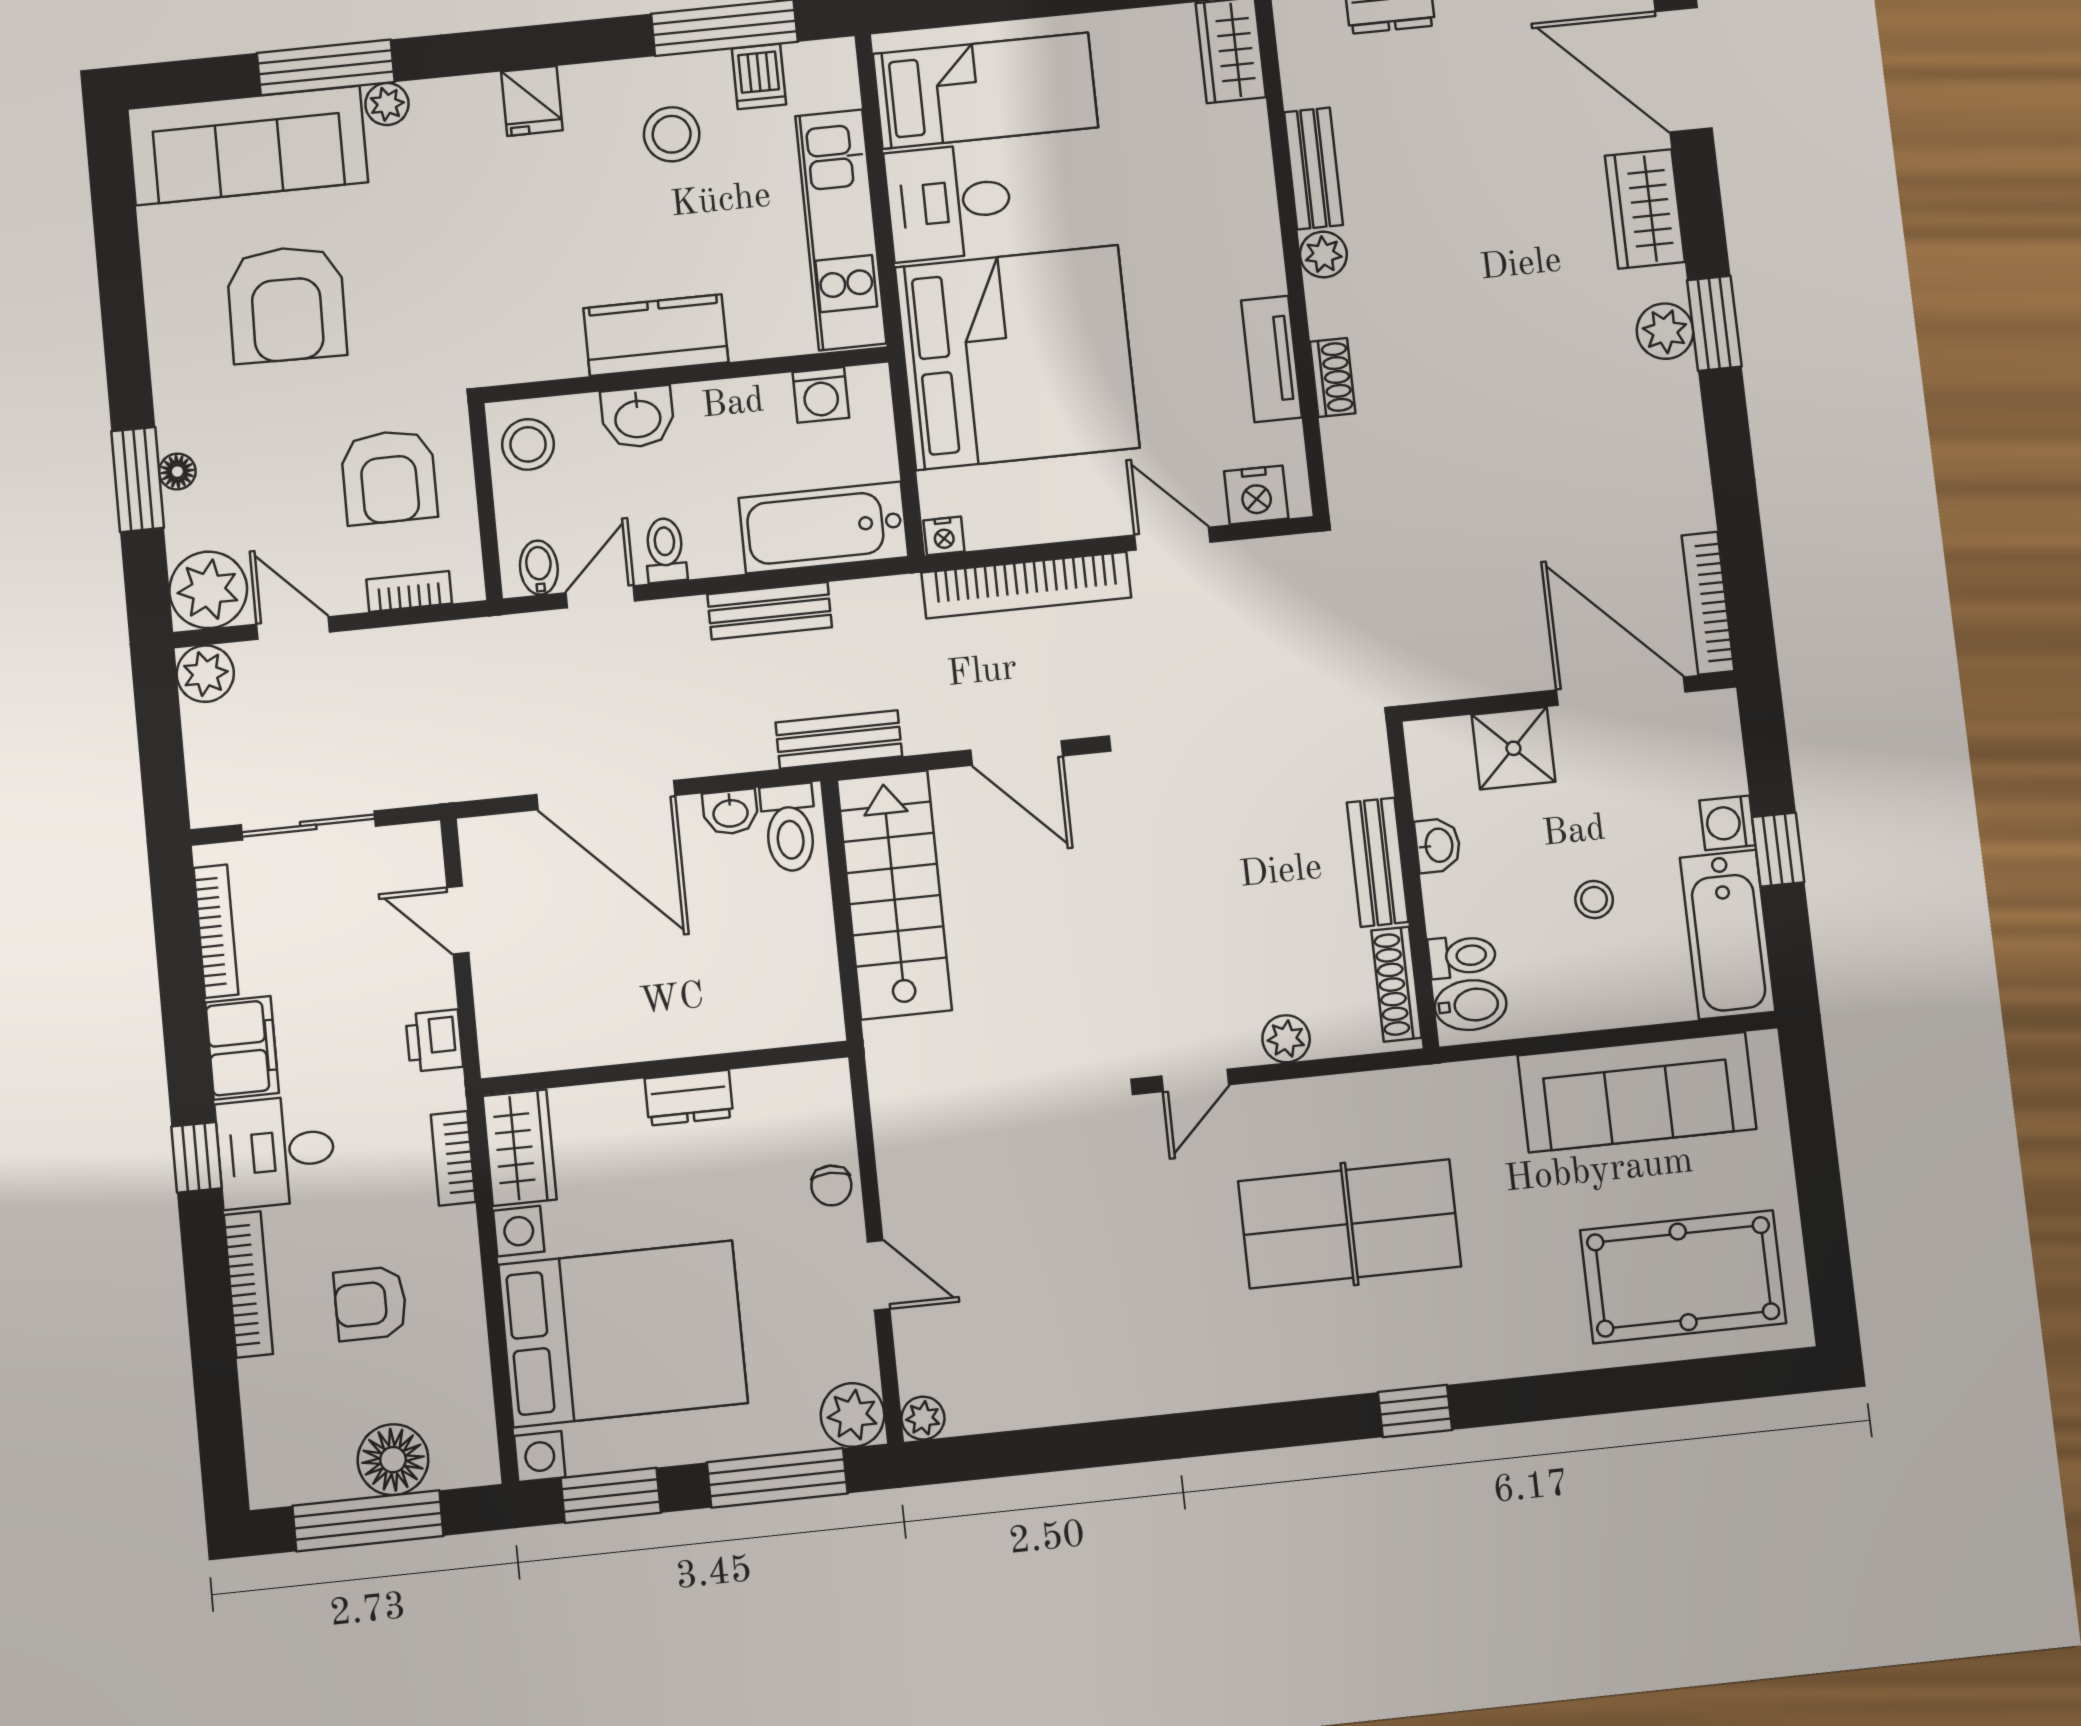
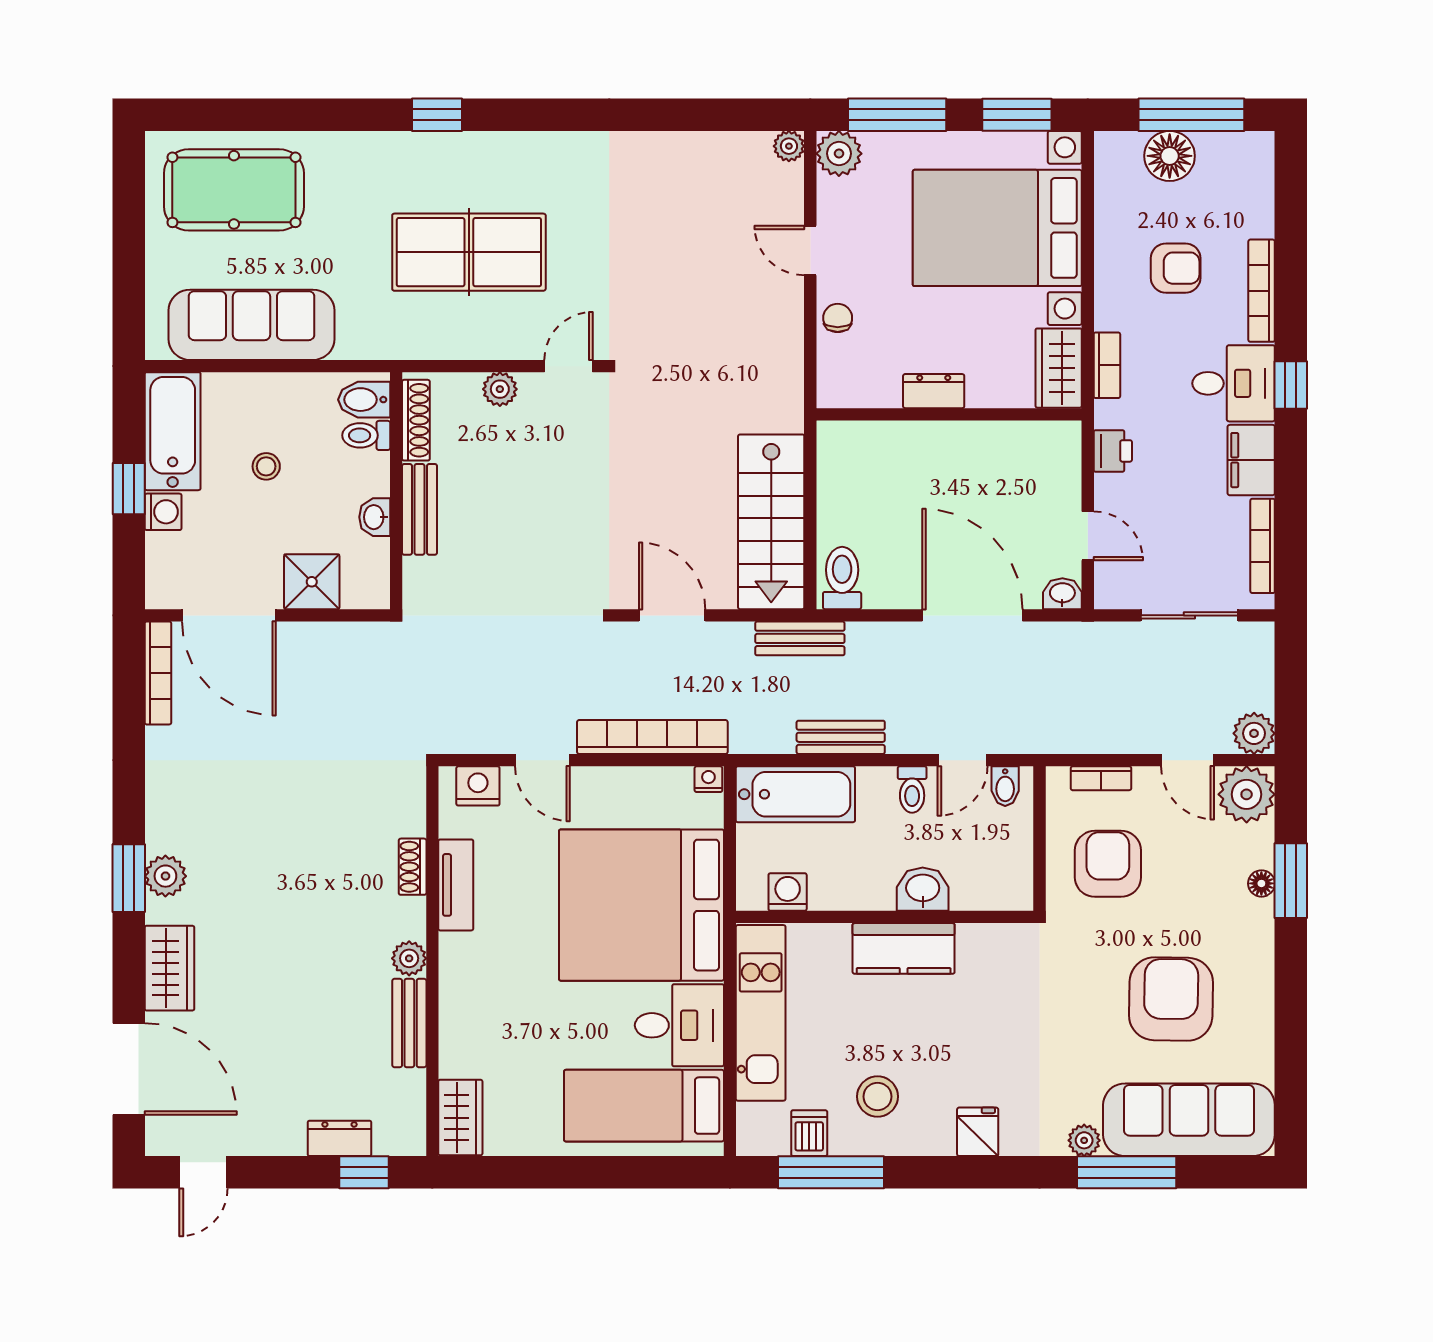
stool: (528, 444) -> (1004, 877), removed
washbasin: (730, 812) -> (1062, 594), moved

